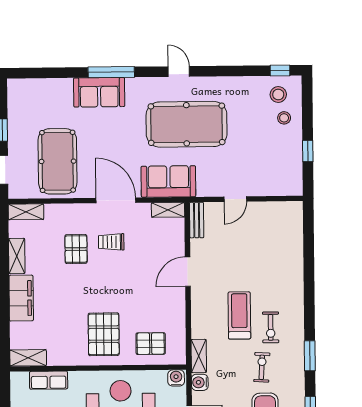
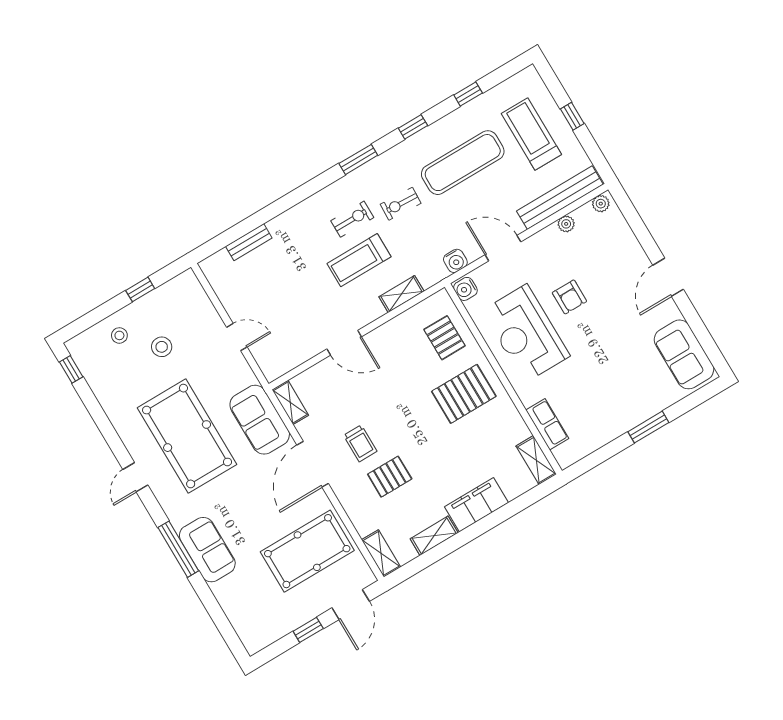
stool: (278, 94) -> (162, 347), moved
bench: (197, 220) -> (249, 242), moved
shelving: (199, 356) -> (401, 294), moved

